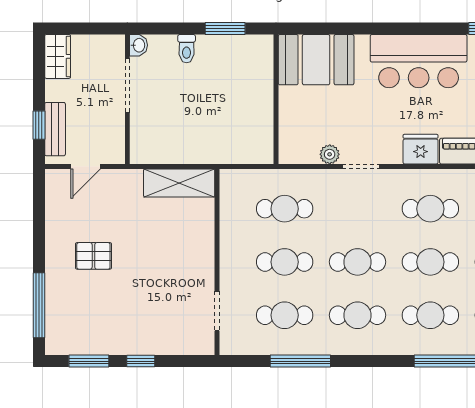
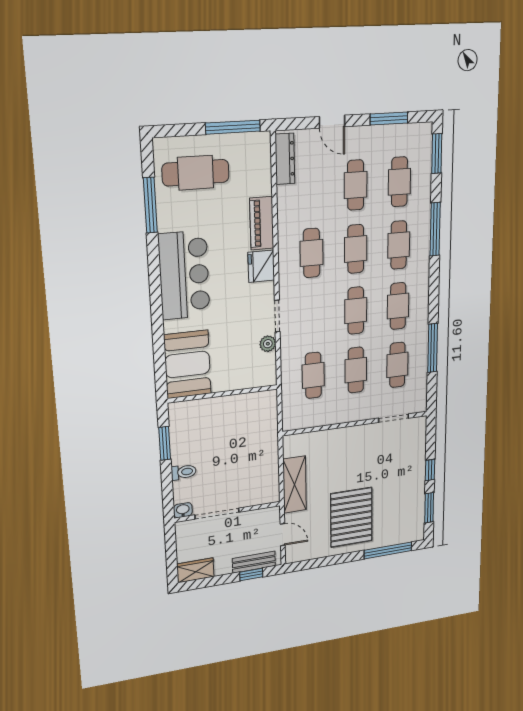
shelving: (179, 183) -> (295, 485), moved
pallet: (93, 256) -> (351, 517), width x2.05, depth x2.00

